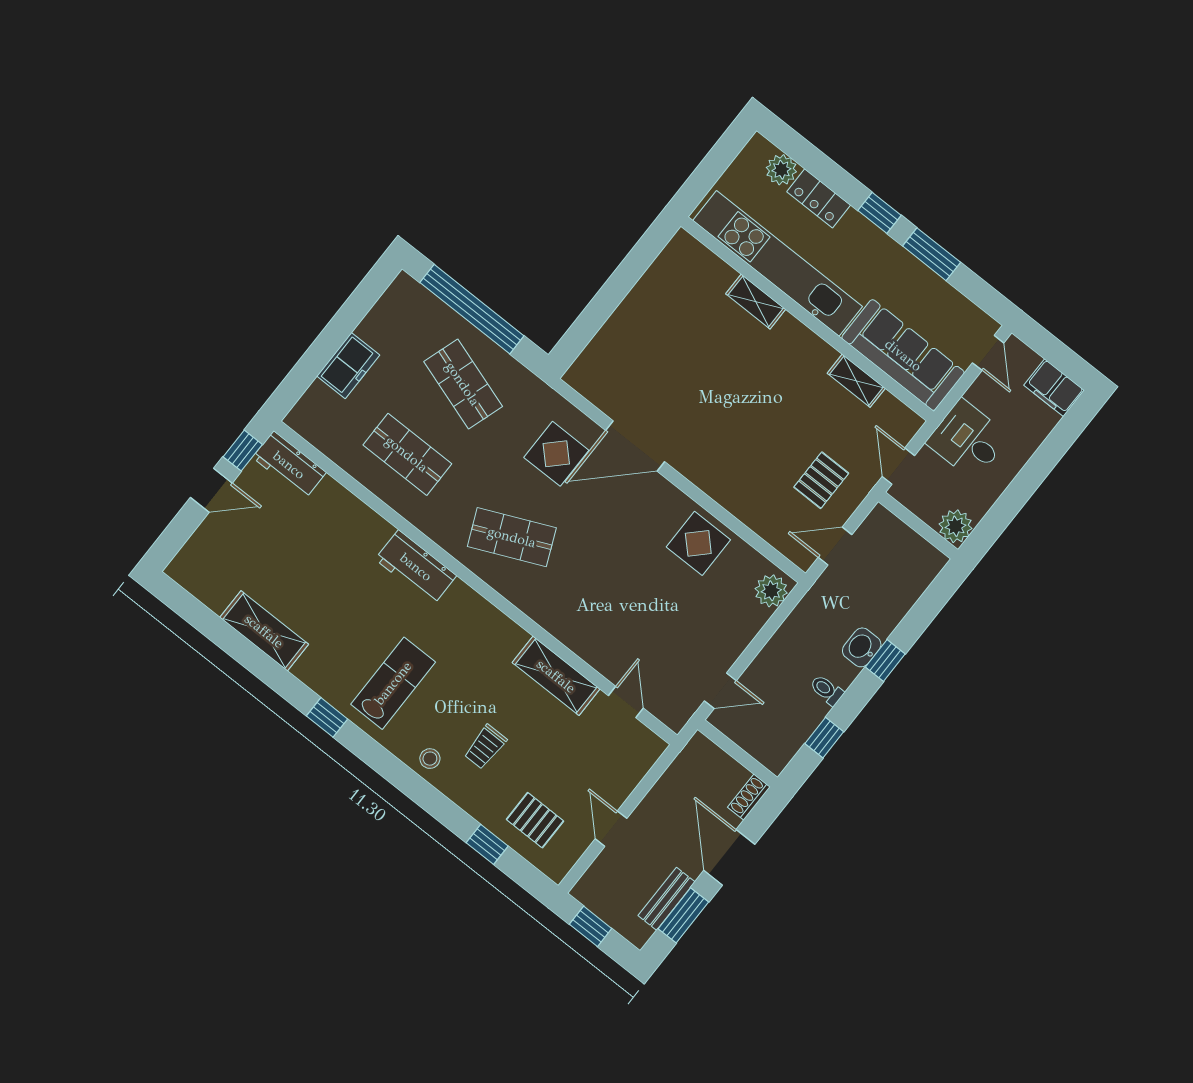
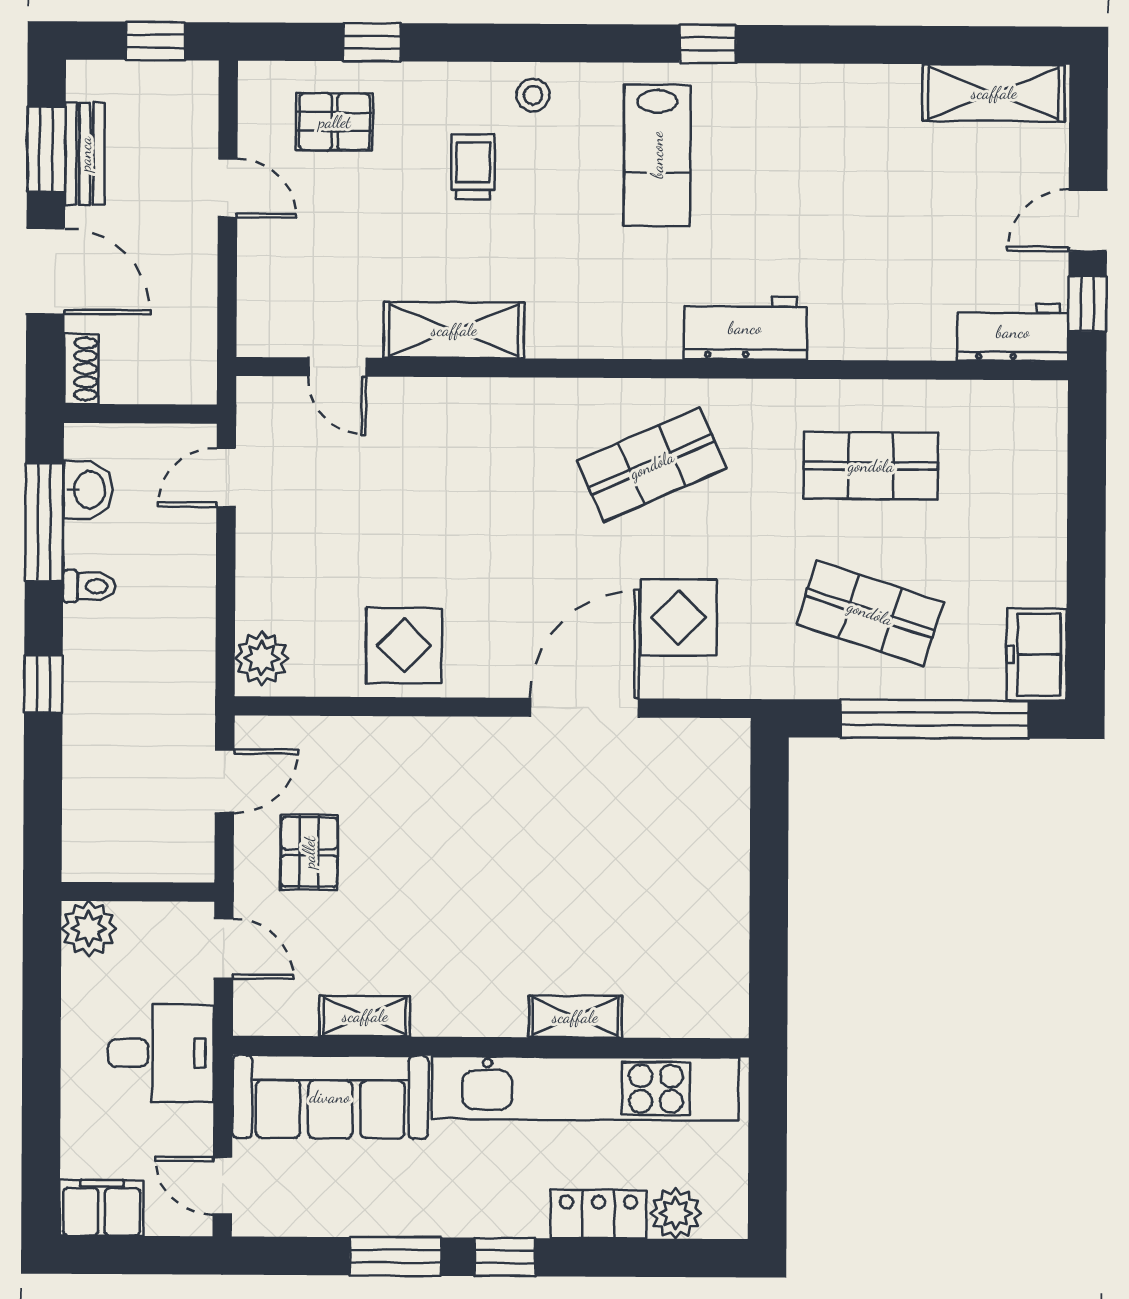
freezer: (348, 366) -> (1037, 655), moved
shelving: (264, 631) -> (994, 93), moved
washbasin: (862, 647) -> (88, 490), moved
window: (824, 738) -> (44, 522), width x2.17

